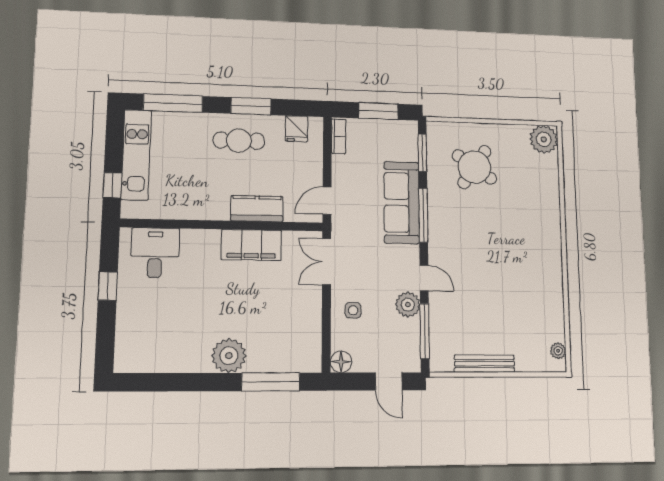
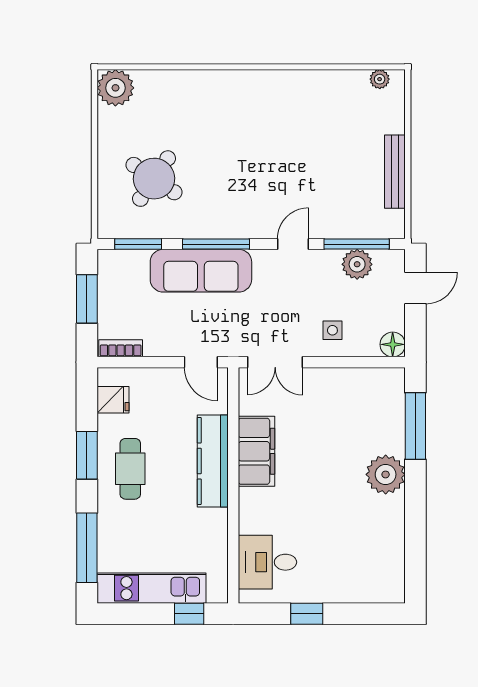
kitchen counter: (257, 209) -> (213, 461), width x1.50
plant: (408, 305) -> (357, 264), moved

